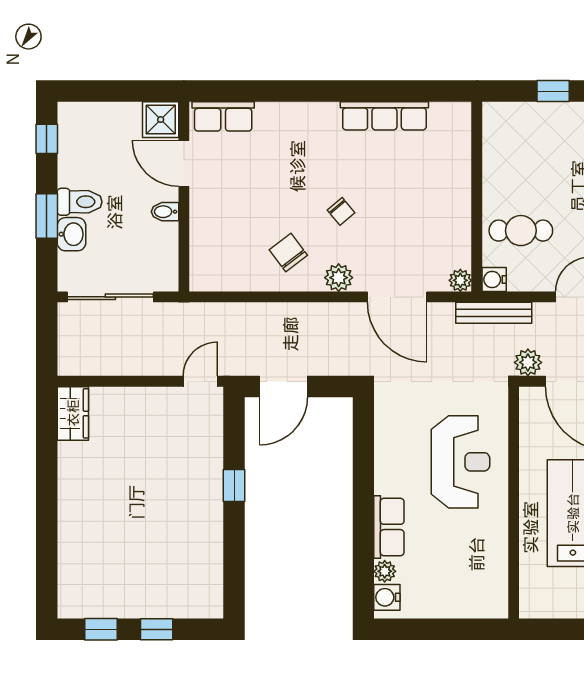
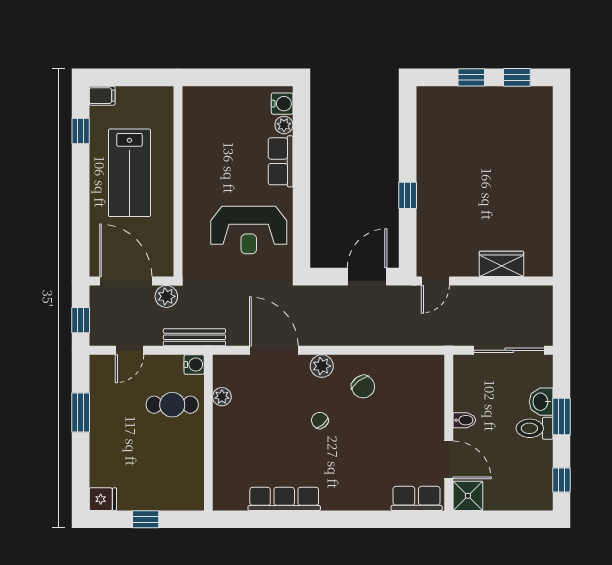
plant: (460, 280) -> (222, 397), moved
wardrobe: (73, 413) -> (501, 264), moved, turned 90
reception desk: (460, 462) -> (249, 230), moved, turned -90

